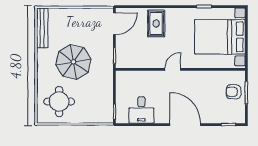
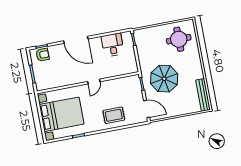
rug: (156, 23) -> (114, 115), turned 90
door: (114, 24) -> (147, 109), swing flipped
parasol: (73, 62) -> (164, 79), moved
armchair: (234, 92) -> (43, 55), moved

